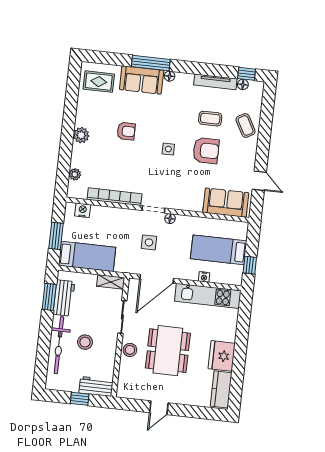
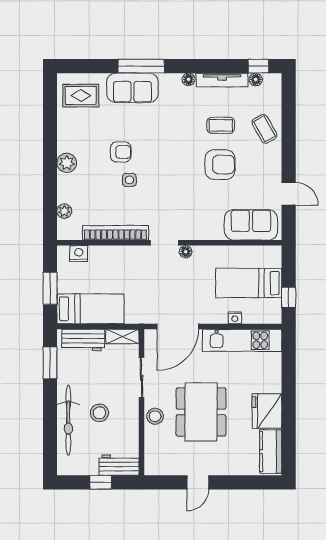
floor lamp: (170, 76) -> (188, 79), moved
side table: (168, 149) -> (129, 180), moved
side table: (149, 242) -> (163, 283), removed
workbench: (64, 298) -> (83, 340), moved, turned 90

